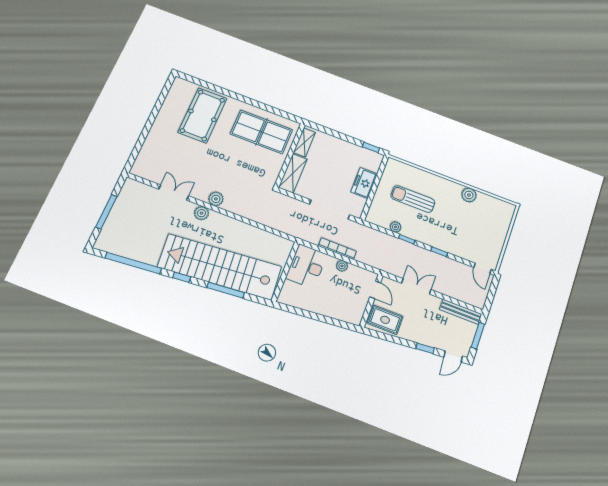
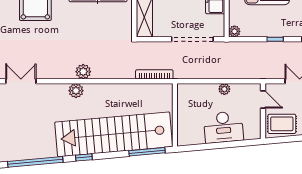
double door: (174, 193) -> (21, 81), moved
plant: (396, 227) -> (234, 31), moved
bookcase: (337, 249) -> (154, 74), moved
desk: (306, 266) -> (223, 127), moved, turned -95
window: (226, 290) -> (147, 152), moved

